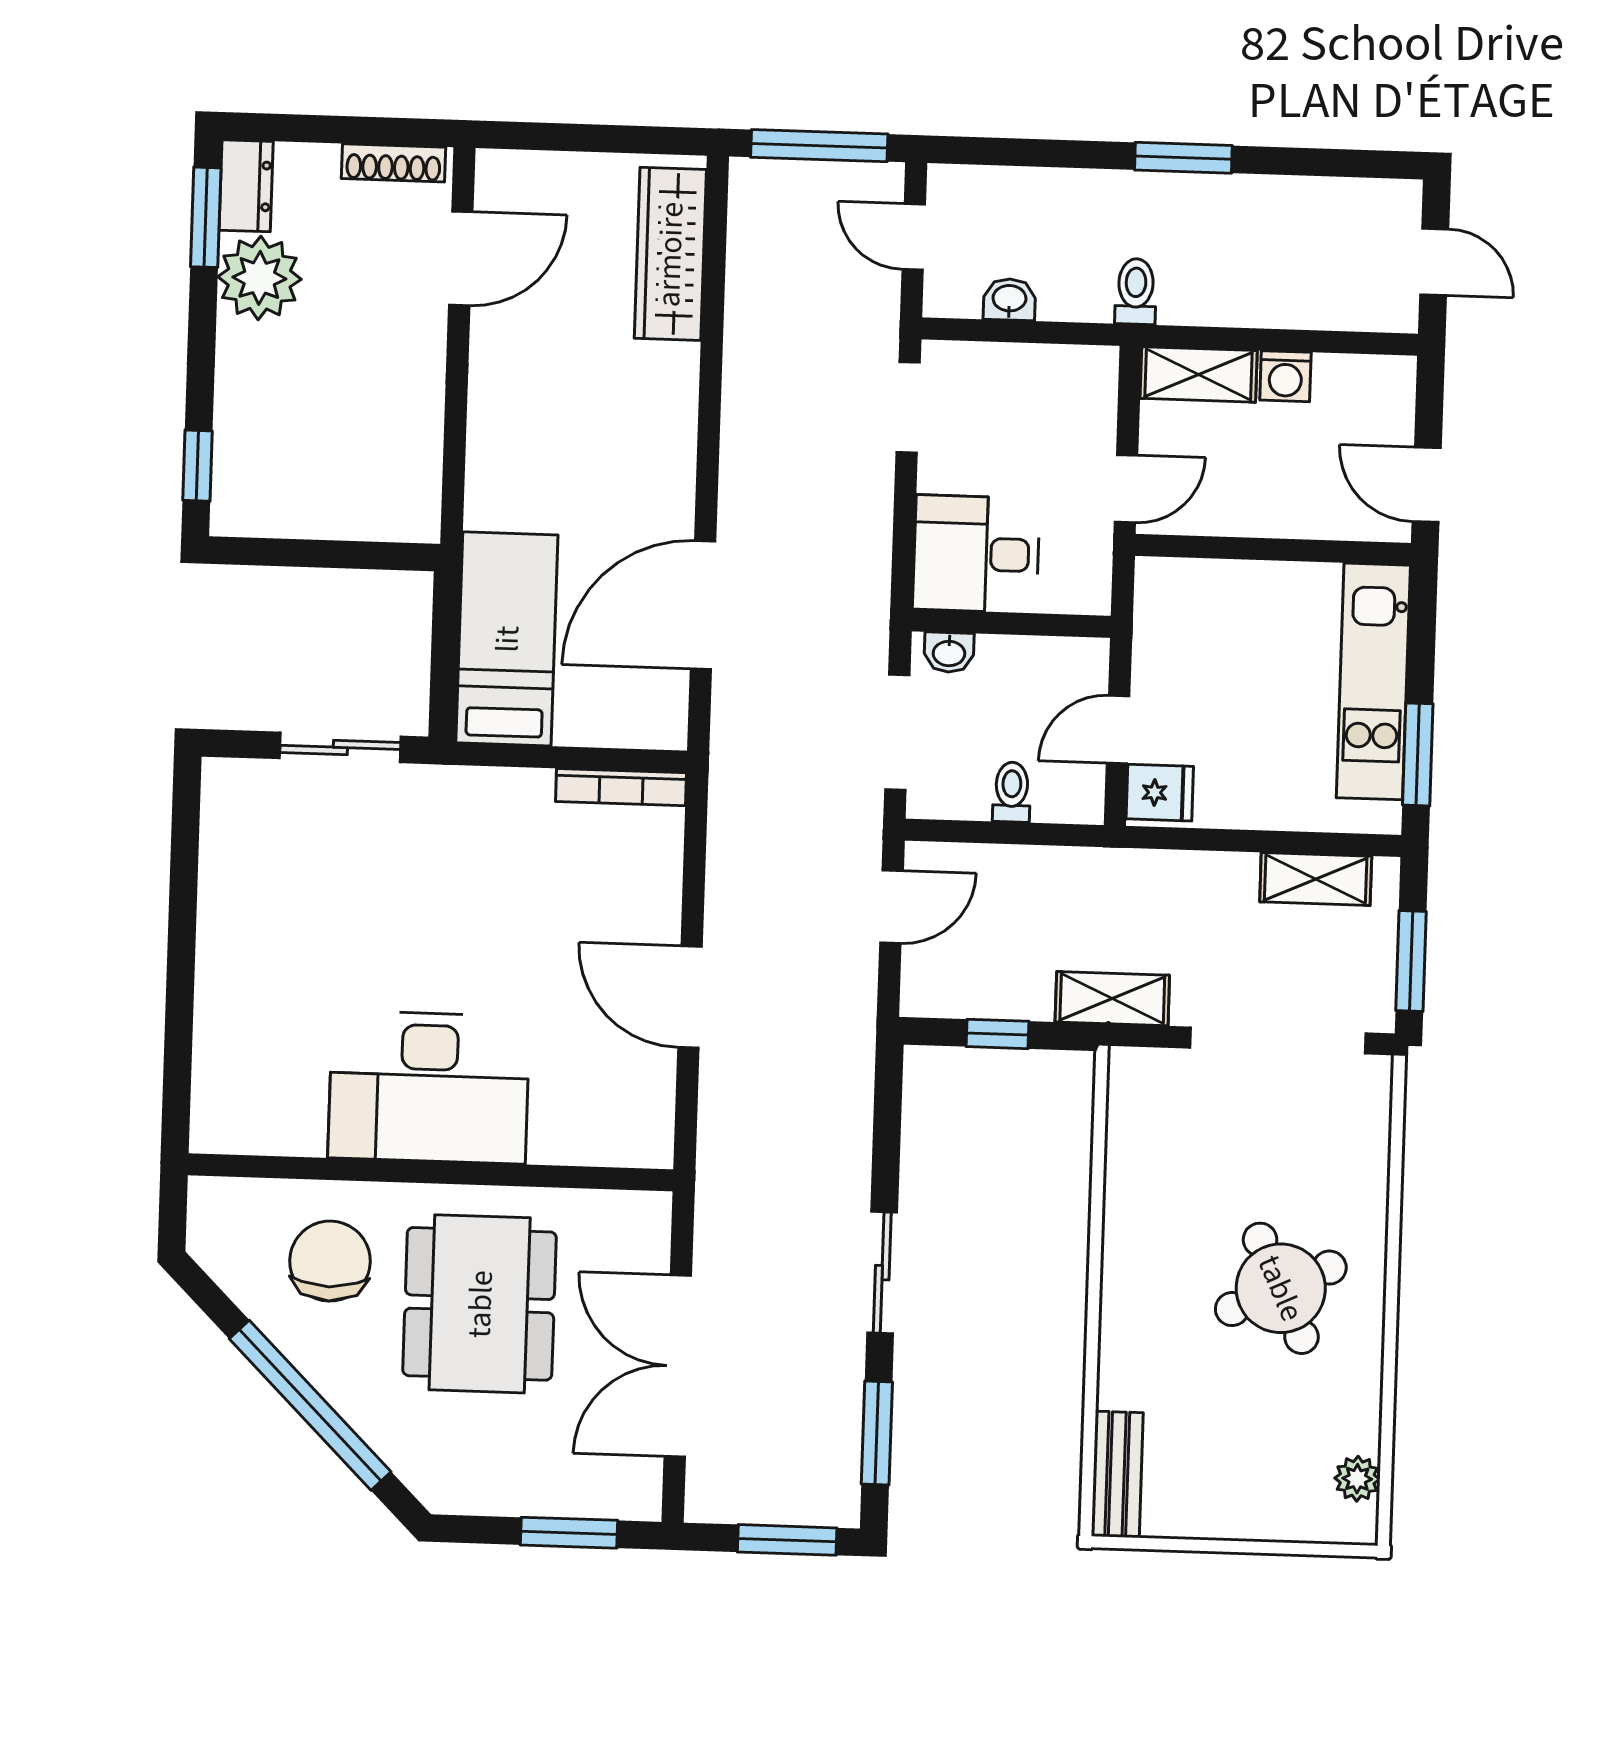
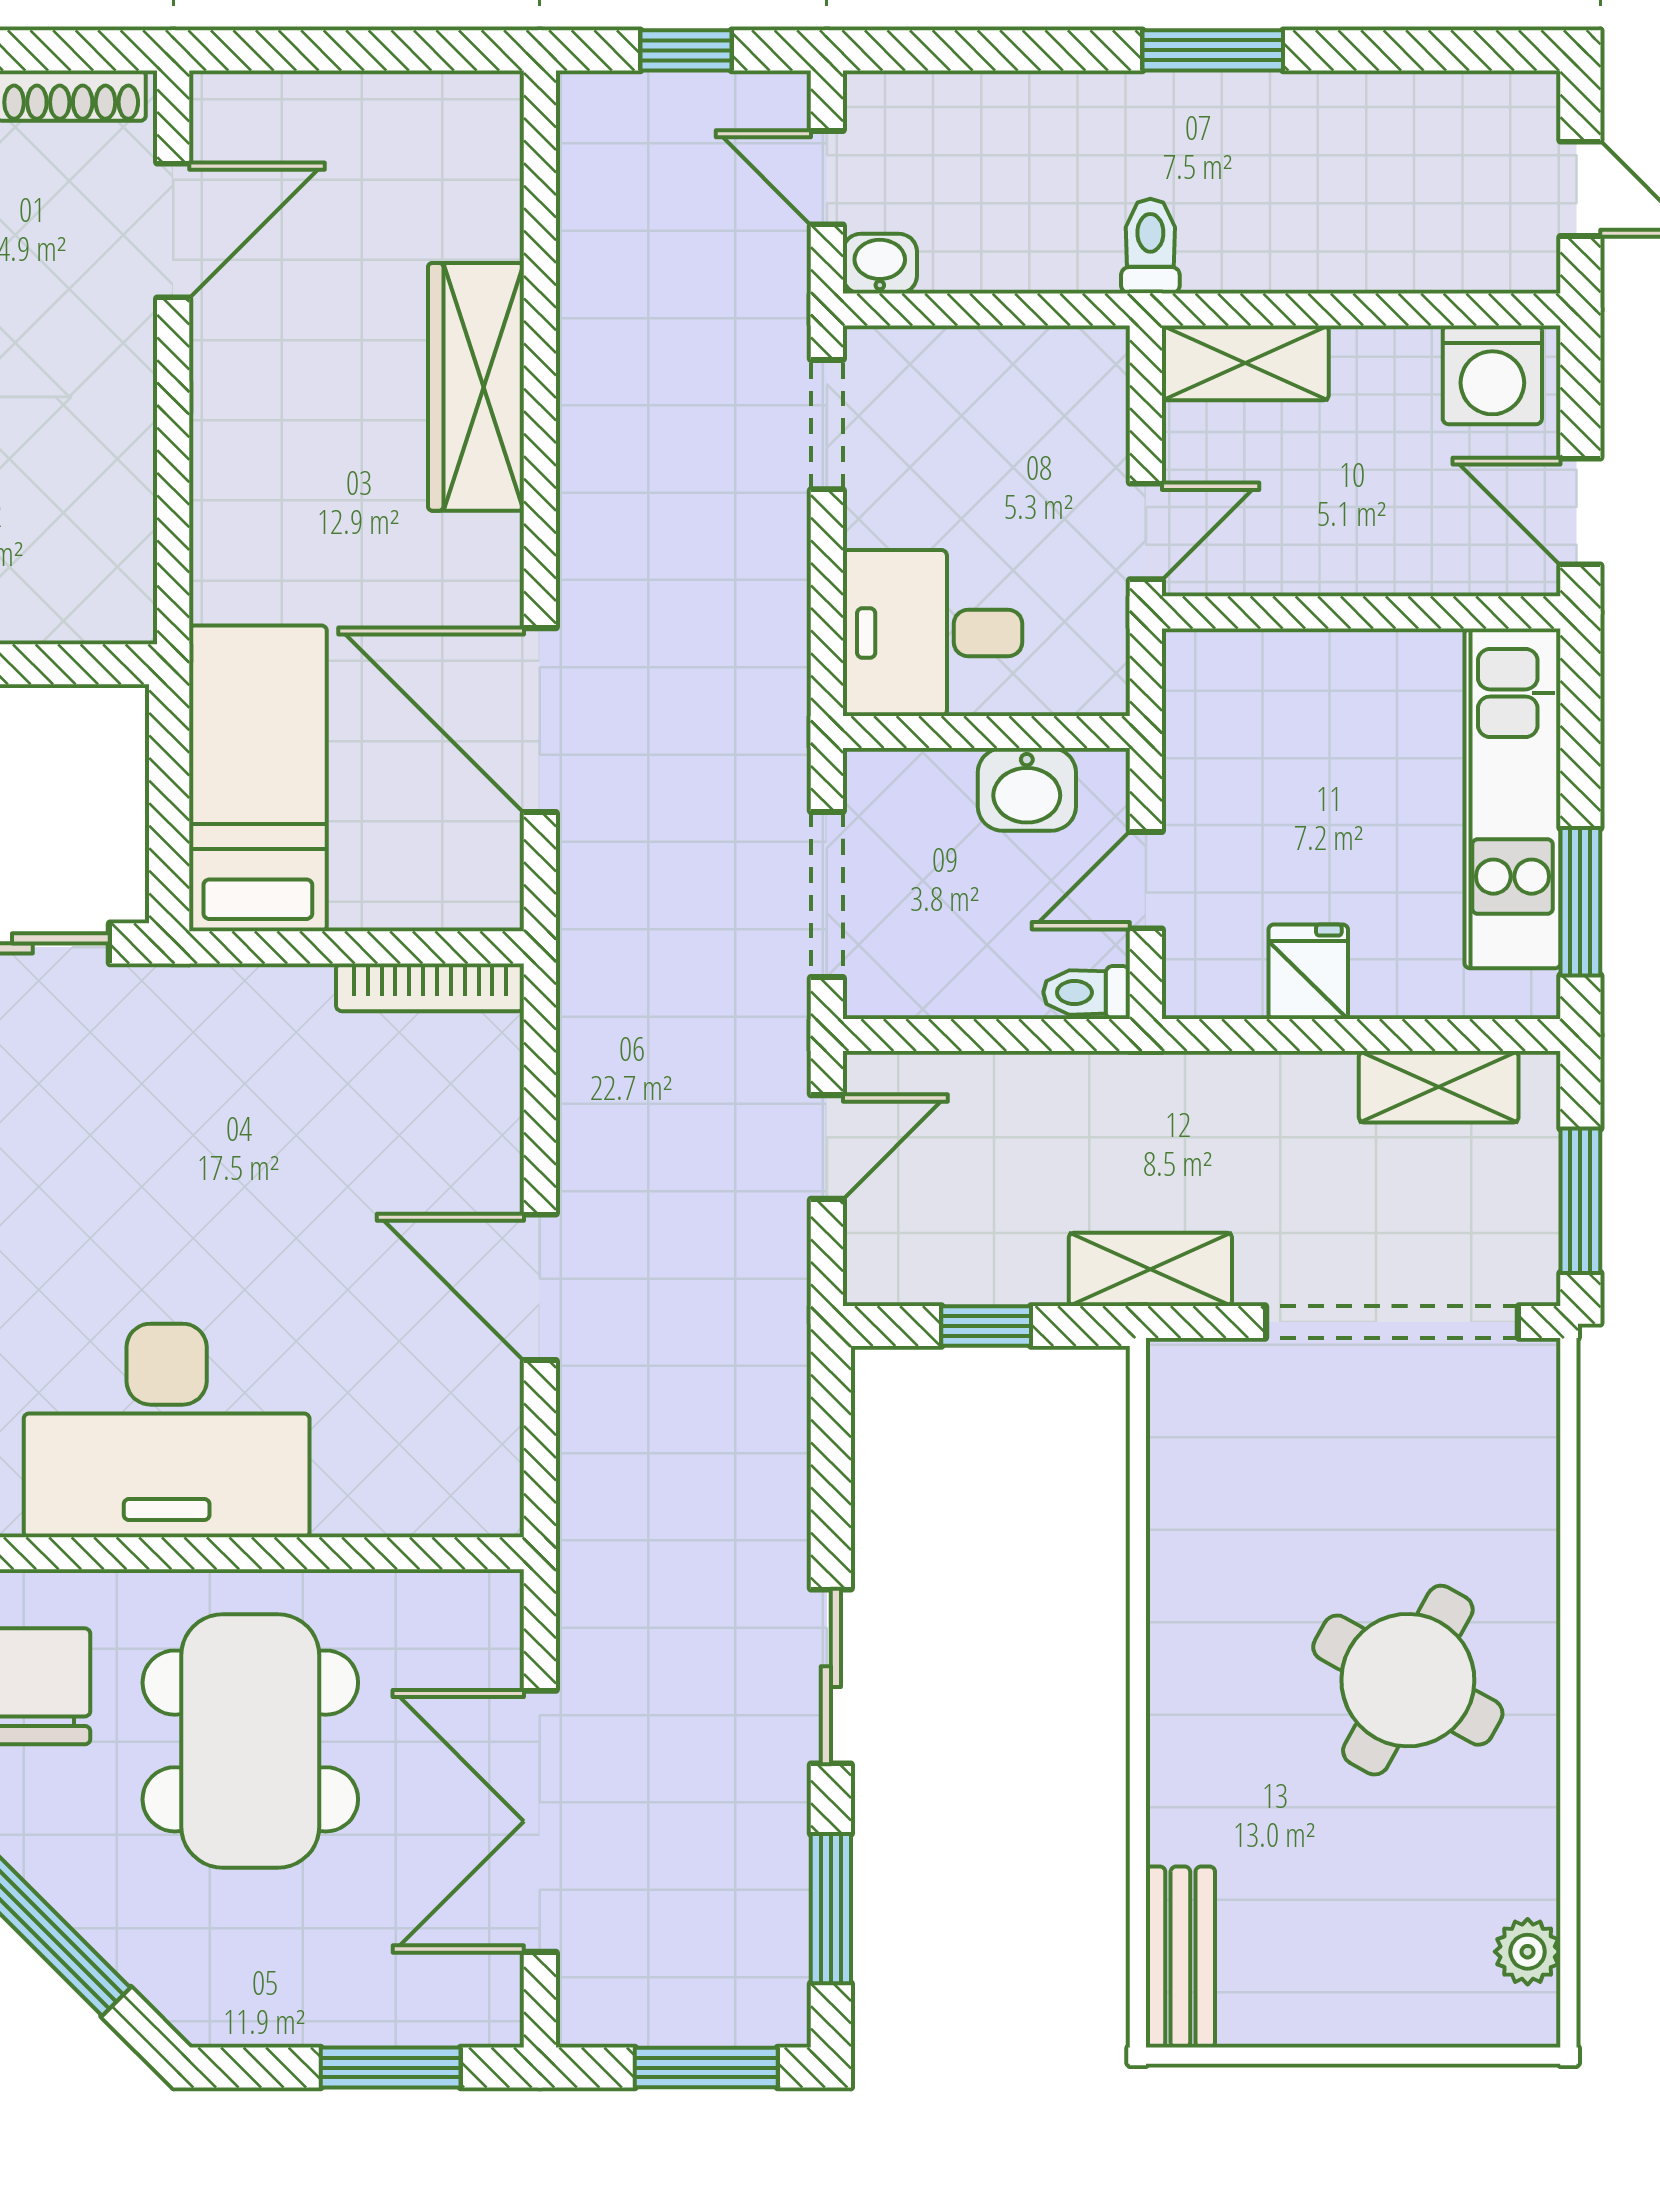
window: (819, 146) -> (686, 50), width x0.46
wardrobe: (670, 254) -> (476, 387), moved
washbasin: (1009, 299) -> (880, 264), moved
washing machine: (1285, 376) -> (1492, 375), moved, width x1.38, depth x1.38
door: (703, 605) -> (540, 720), hinge flipped
washbasin: (949, 652) -> (1027, 789), moved, width x1.38, depth x1.45
toilet: (1012, 792) -> (1087, 992), moved, turned -90
fridge: (1160, 793) -> (1308, 972), moved, turned -90
round table: (1281, 1288) -> (1408, 1680), turned -36

